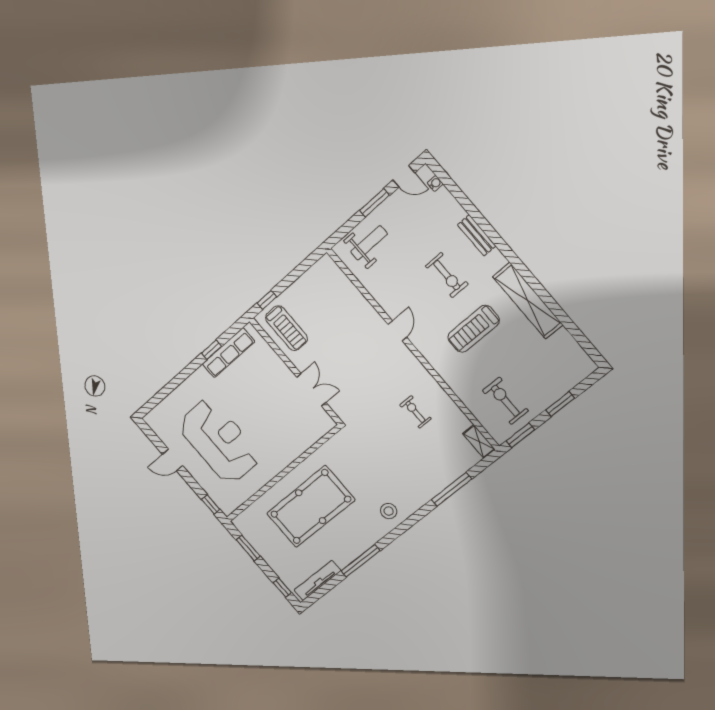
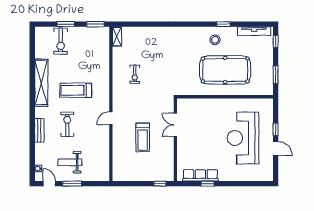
weight bench: (369, 243) -> (70, 162), moved
treadmill: (286, 328) -> (143, 137), moved, turned 180
treadmill: (474, 329) -> (76, 90), turned 180
exercise bike: (505, 401) -> (61, 41), moved
window: (451, 489) -> (149, 24), removed
window: (211, 504) -> (276, 129), moved
stool: (389, 511) -> (215, 40), moved
window: (360, 561) -> (223, 24), width x0.46

